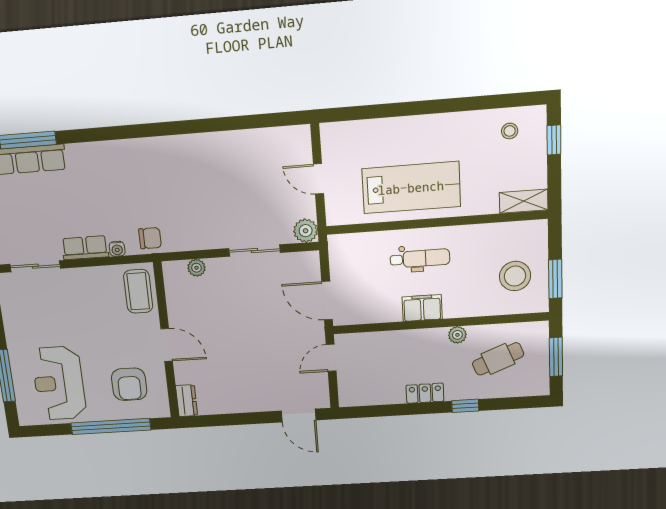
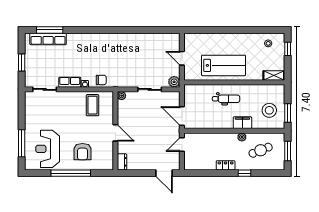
filing cabinet: (422, 308) -> (242, 123), moved
wall: (166, 341) -> (115, 131), moved
door: (167, 345) -> (115, 133), moved
dresser: (187, 401) -> (122, 162), moved

